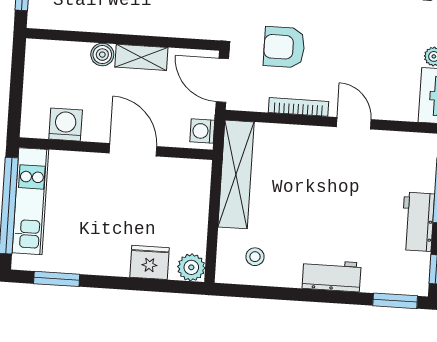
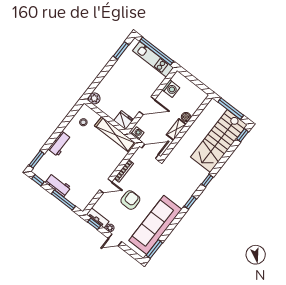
armchair: (284, 47) -> (130, 200), moved
fridge: (150, 262) -> (124, 120), moved, turned -90

